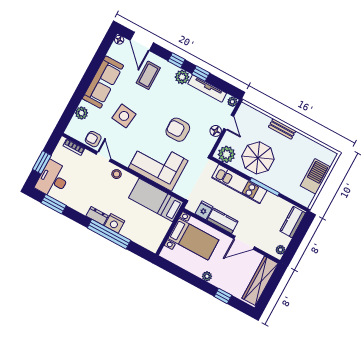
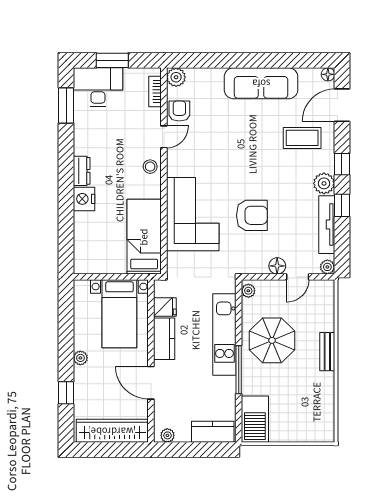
plant: (81, 113) -> (176, 77), moved
side table: (124, 116) -> (232, 135), removed
armchair: (178, 130) -> (252, 215), turned 90
plant: (227, 154) -> (248, 291), width x0.53, depth x0.53
barbecue: (315, 176) -> (255, 419), moved, turned 90
window: (109, 234) -> (66, 199), removed

